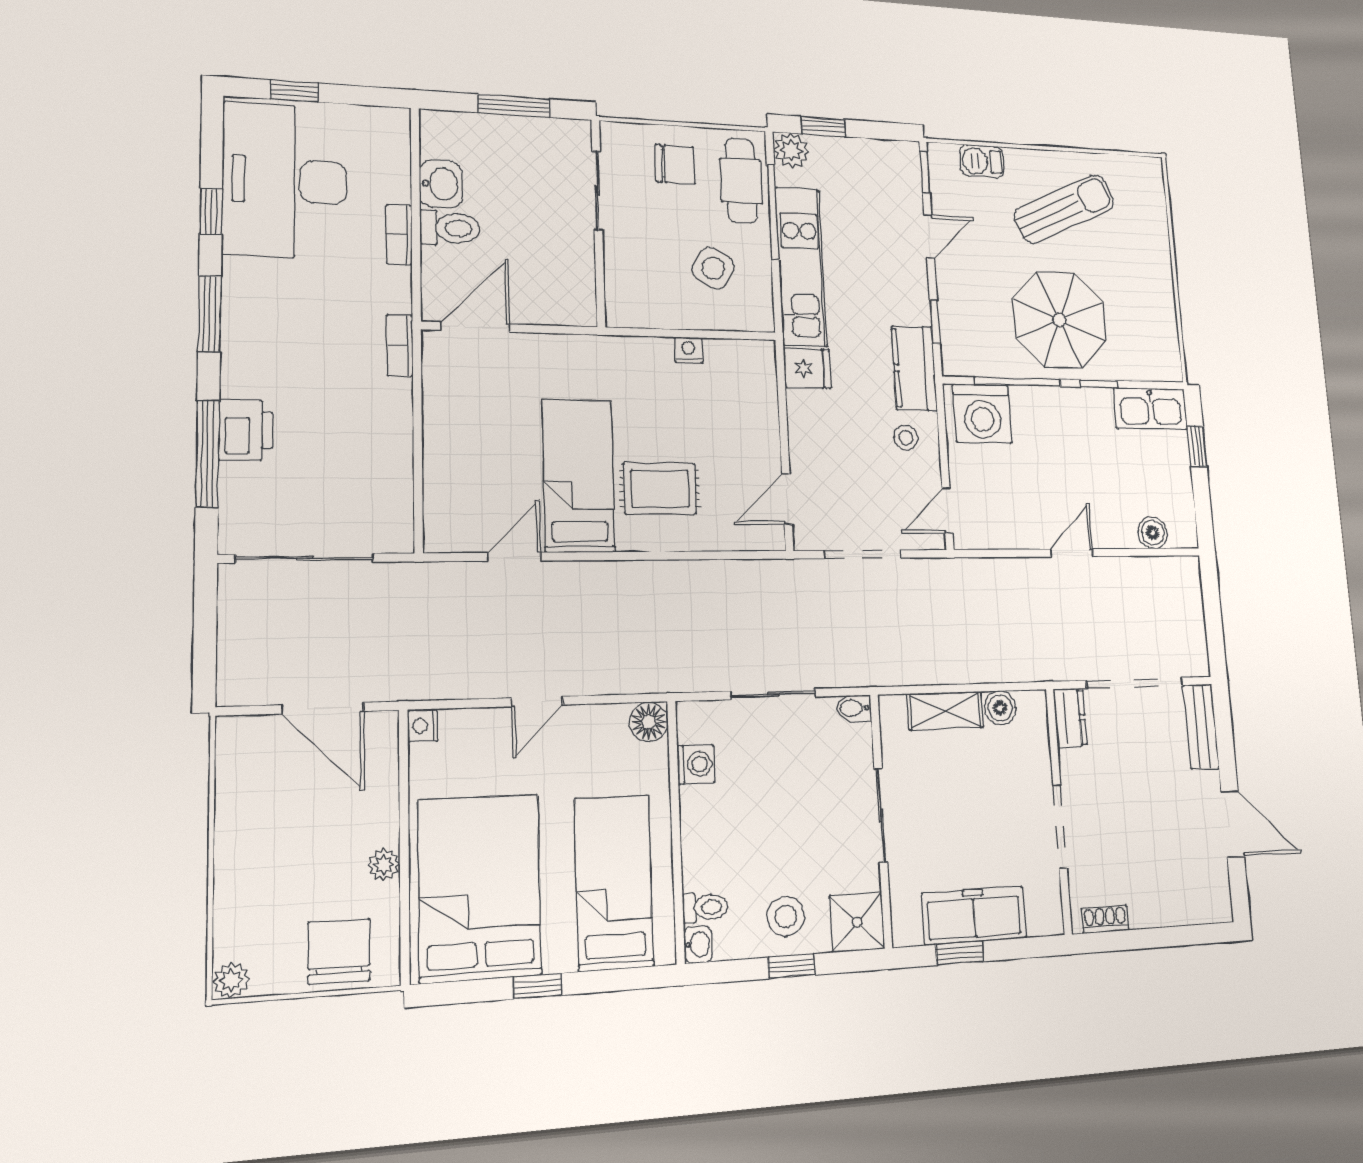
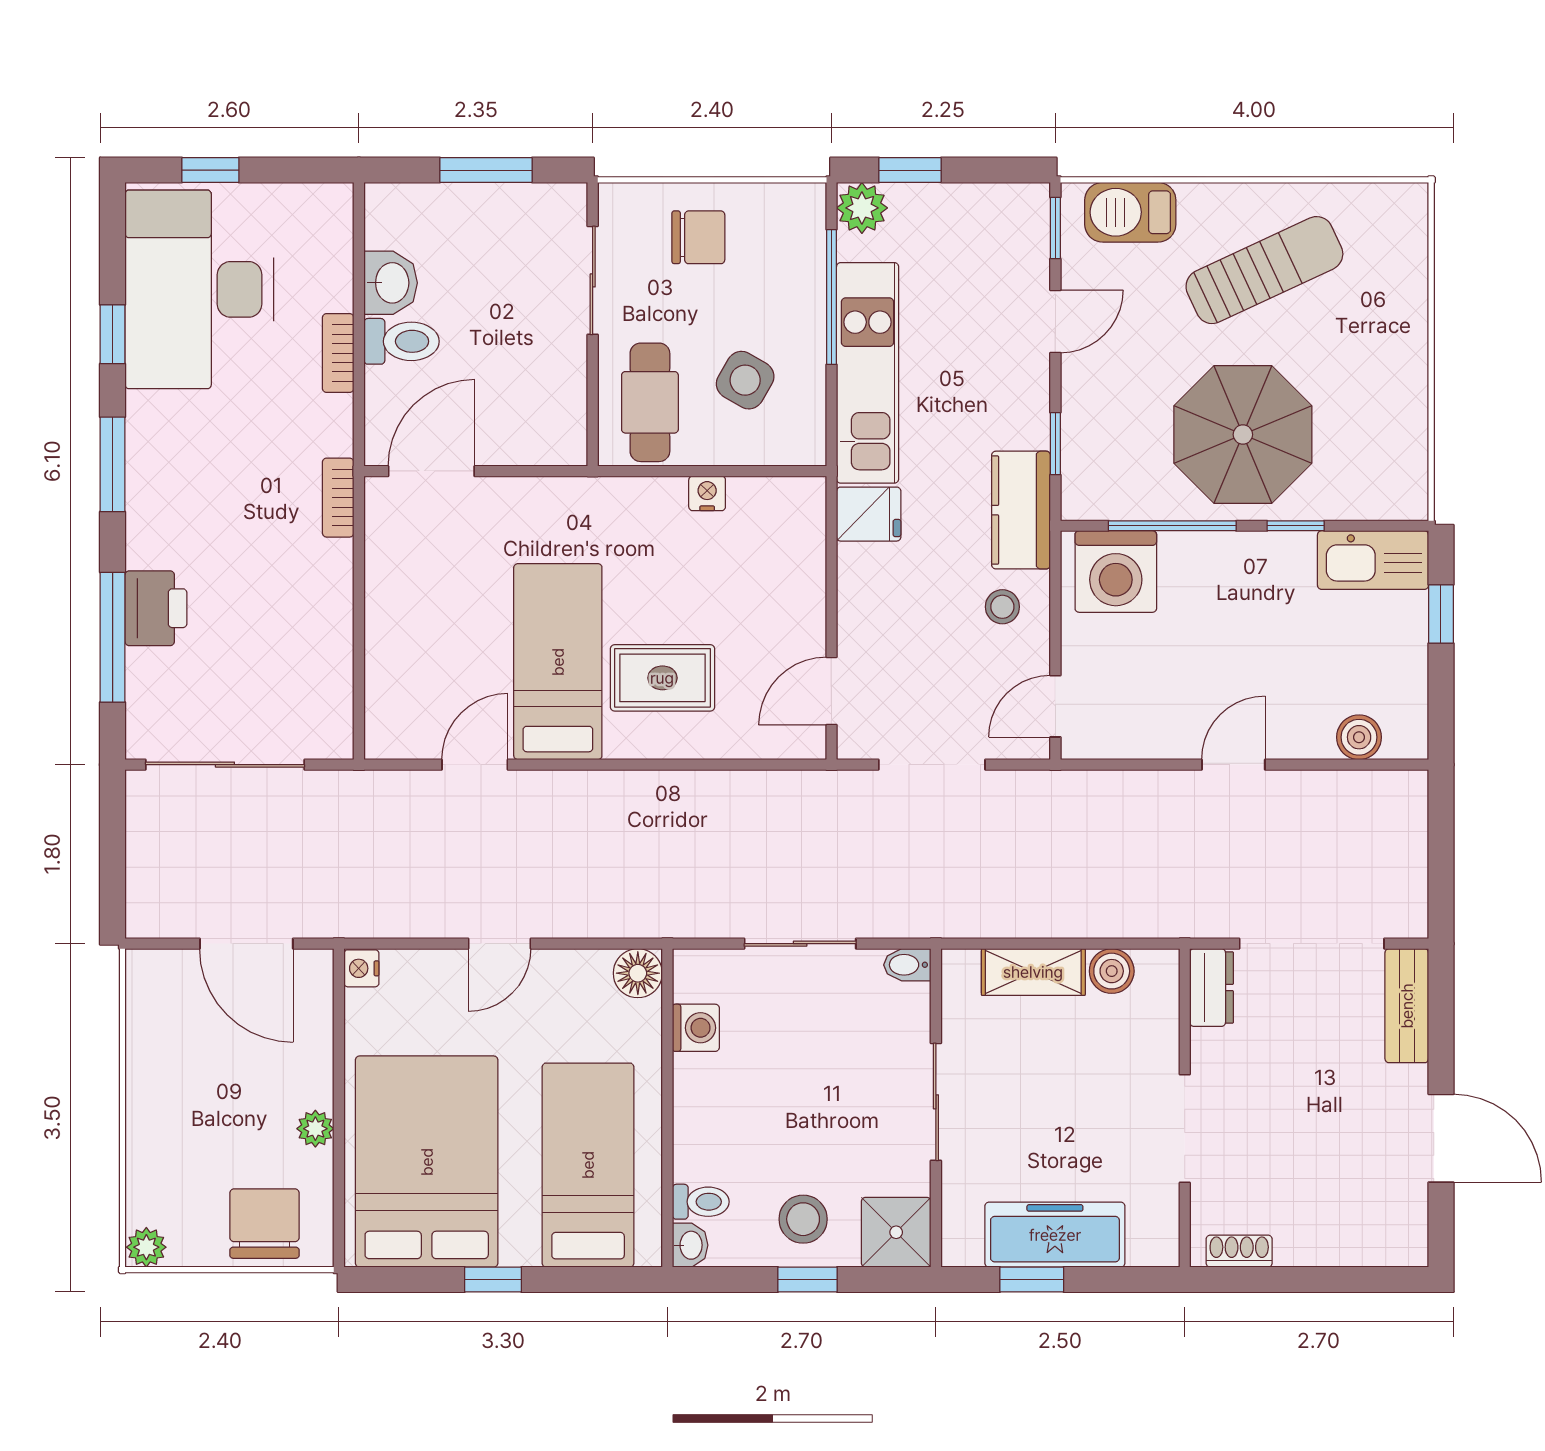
barbecue: (982, 161) -> (1130, 212), width x1.38, depth x1.27
cafe table: (741, 181) -> (650, 402), moved

